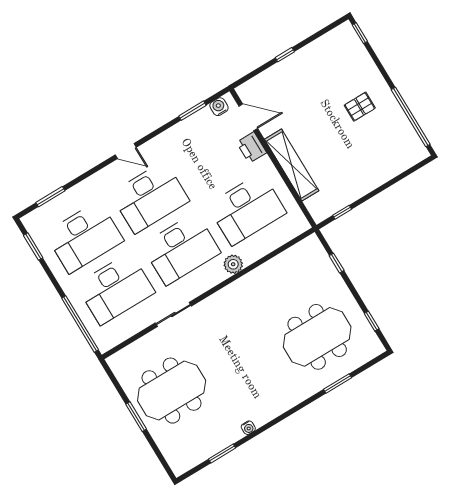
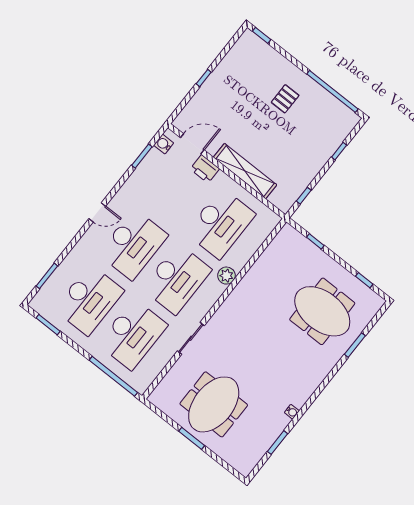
window: (395, 180) -> (339, 151), added
meeting table: (317, 337) -> (322, 311), turned 90

